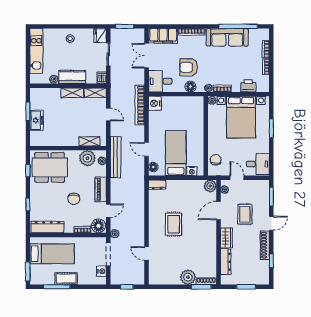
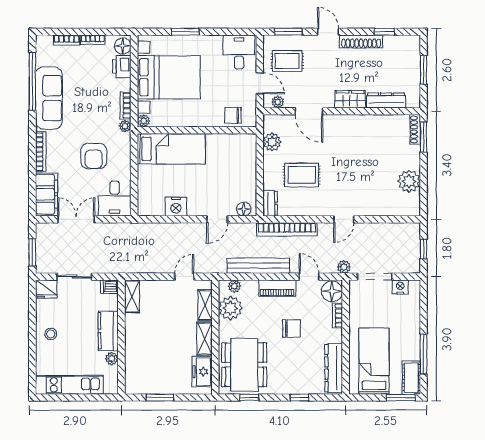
double door: (146, 56) -> (76, 219), swing flipped
floor lamp: (190, 87) -> (123, 46), moved
shelving: (72, 93) -> (205, 338), moved
nightstand: (155, 103) -> (176, 207), moved
bookcase: (140, 105) -> (287, 229), moved
door: (108, 114) -> (184, 277), moved
freezer: (37, 120) -> (202, 372), moved, turned -90
bed: (176, 153) -> (171, 149), moved, turned 180
bench: (116, 157) -> (258, 266), moved
nightstand: (192, 171) -> (250, 151), removed
door: (237, 178) -> (260, 83), swing flipped
plant: (210, 186) -> (272, 142), moved
rug: (245, 214) -> (287, 61), moved
rug: (174, 224) -> (302, 175), moved
door: (146, 253) -> (344, 219), moved
plant: (188, 277) -> (409, 181), moved
cot: (66, 279) -> (411, 378), moved

